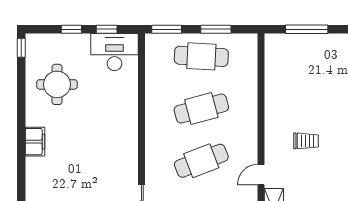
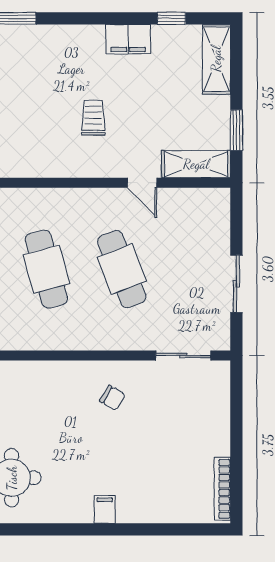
filing cabinet: (35, 142) -> (105, 509), width x0.50
chair: (112, 154) -> (112, 398), added

